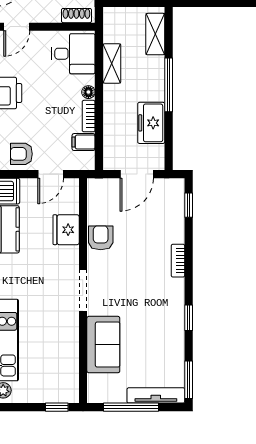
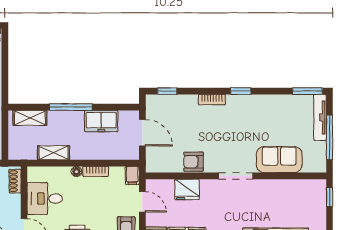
desk: (73, 54) -> (45, 199), moved, turned -90
filing cabinet: (84, 142) -> (132, 175), moved
window: (189, 318) -> (241, 91), moved

